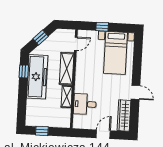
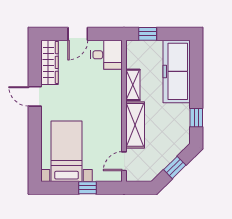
freezer: (37, 77) -> (177, 71), moved
desk: (85, 104) -> (106, 55), moved
window: (42, 131) -> (148, 34), moved

